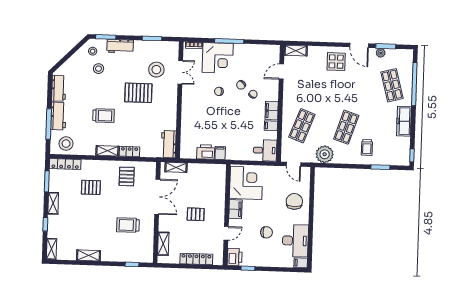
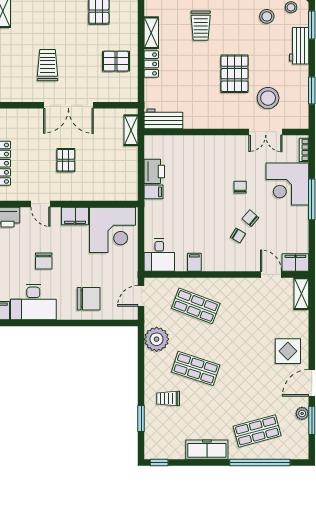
filing cabinet: (272, 111) -> (295, 263), moved
double door: (157, 197) -> (68, 105), moved
shelving: (163, 244) -> (23, 116), removed

